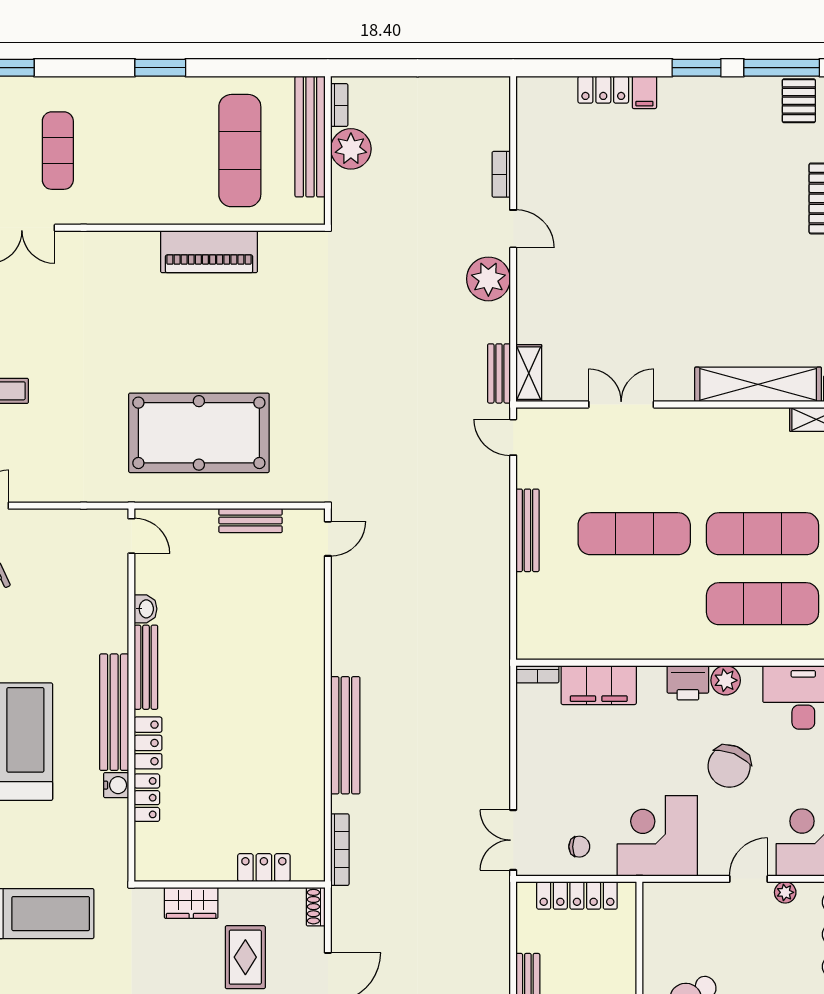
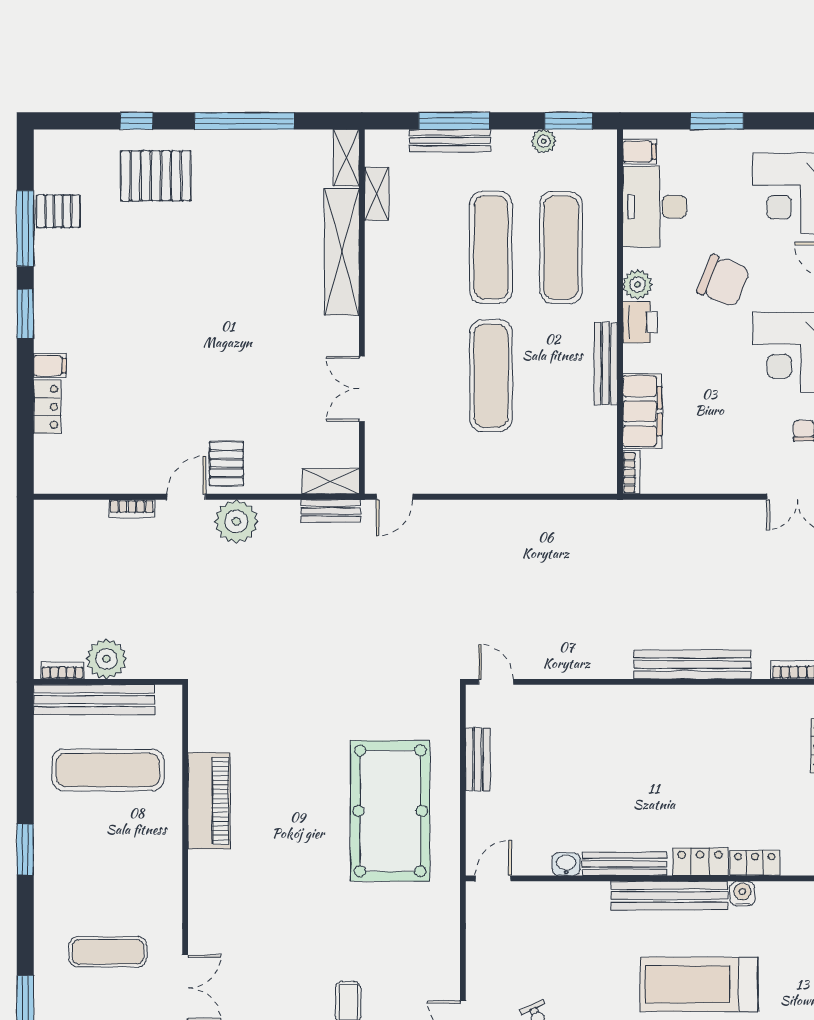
pallet: (546, 269) -> (226, 464), added
bench: (527, 530) -> (606, 364), moved, turned 90

